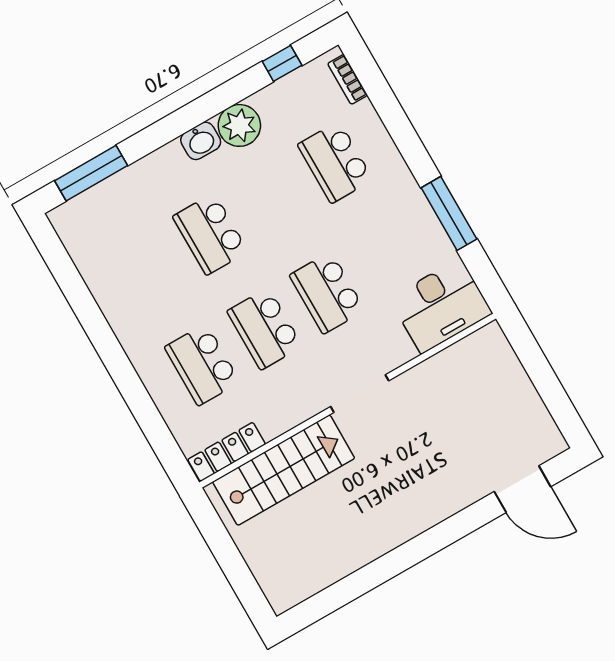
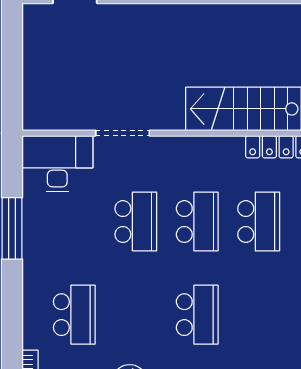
doorway: (360, 394) -> (123, 133), moved

